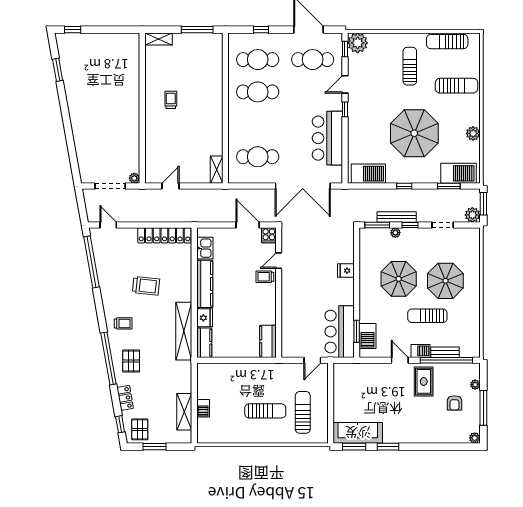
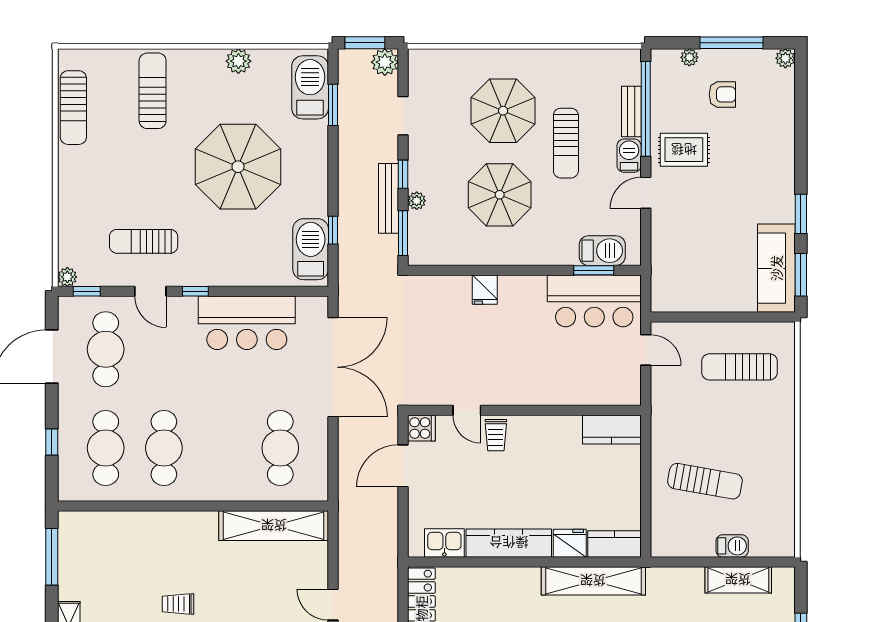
plant: (358, 43) -> (67, 277), width x0.53, depth x0.53
sun lounger: (410, 66) -> (144, 241), moved
shelving: (217, 170) -> (274, 526), width x2.20, depth x1.33
window: (404, 186) -> (333, 230), moved
sun lounger: (265, 411) -> (705, 481), moved, turned 100

